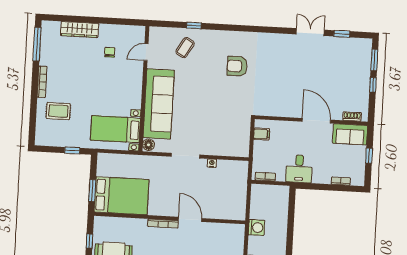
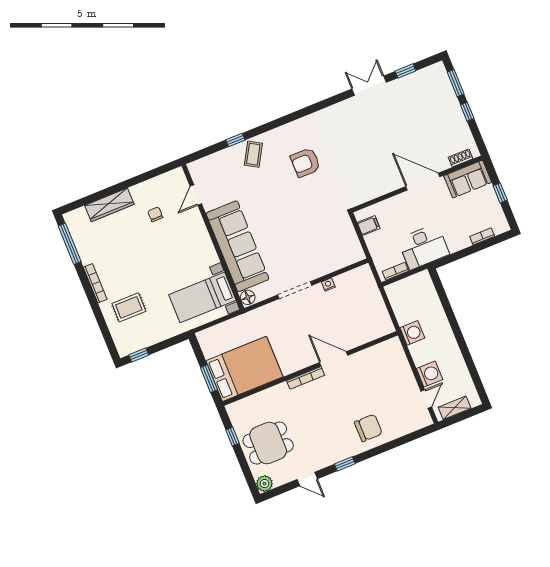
coffee table: (185, 48) -> (253, 154), moved
window: (72, 151) -> (139, 355), moved
desk: (299, 169) -> (423, 247), width x1.37

